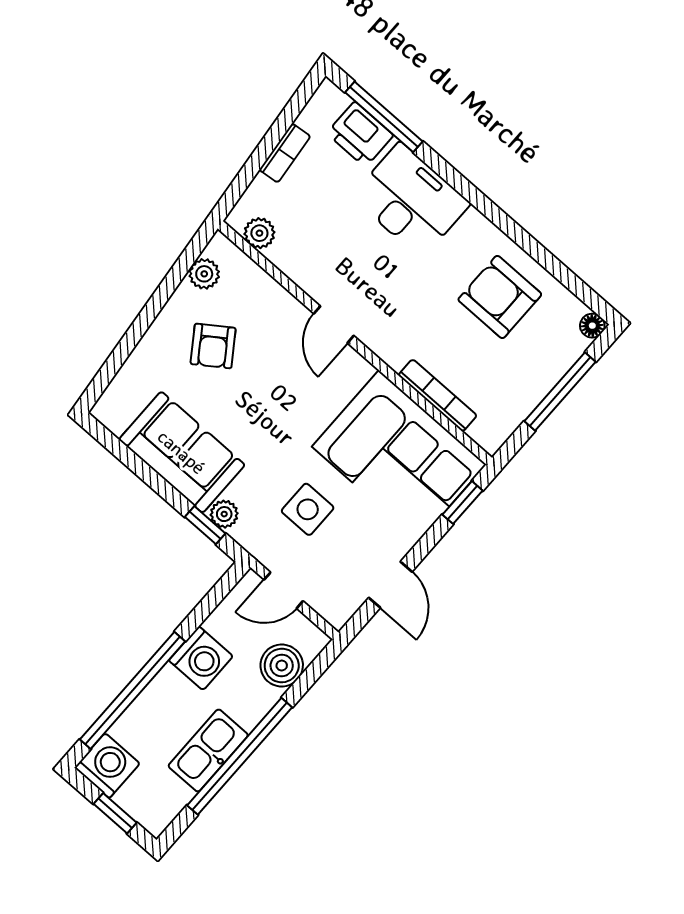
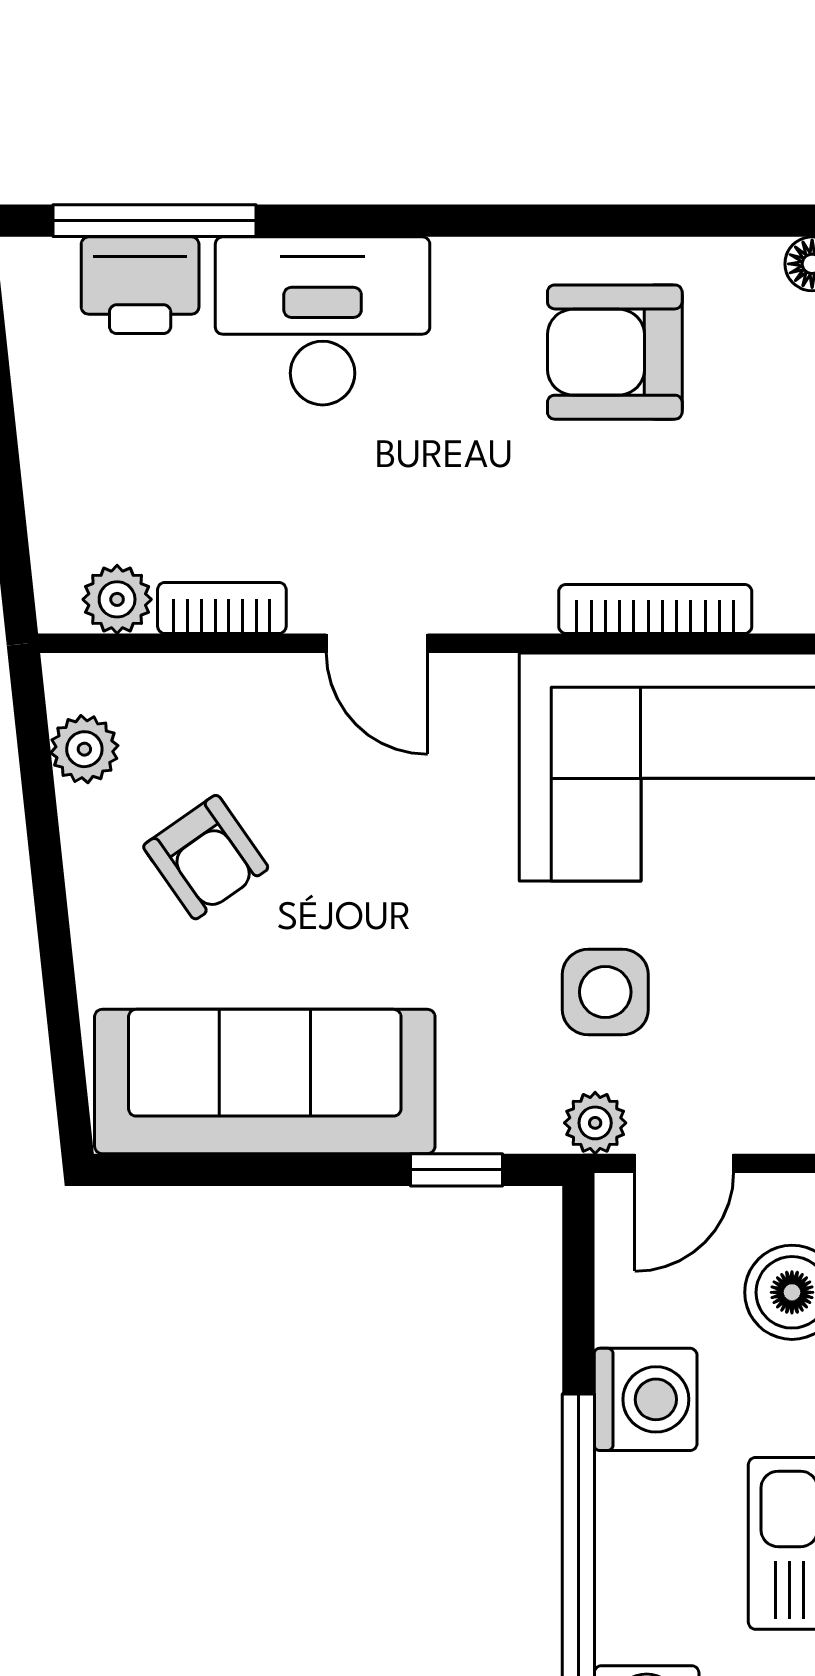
bookcase: (285, 153) -> (222, 608), moved, turned -84
sofa: (182, 452) -> (265, 1081), width x1.36
plant: (224, 514) -> (595, 1123), moved

